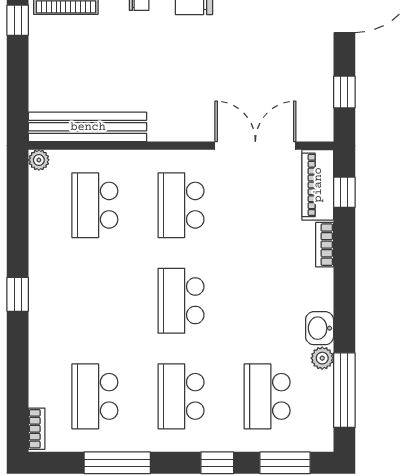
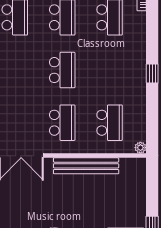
bench: (88, 127) -> (86, 166), moved

